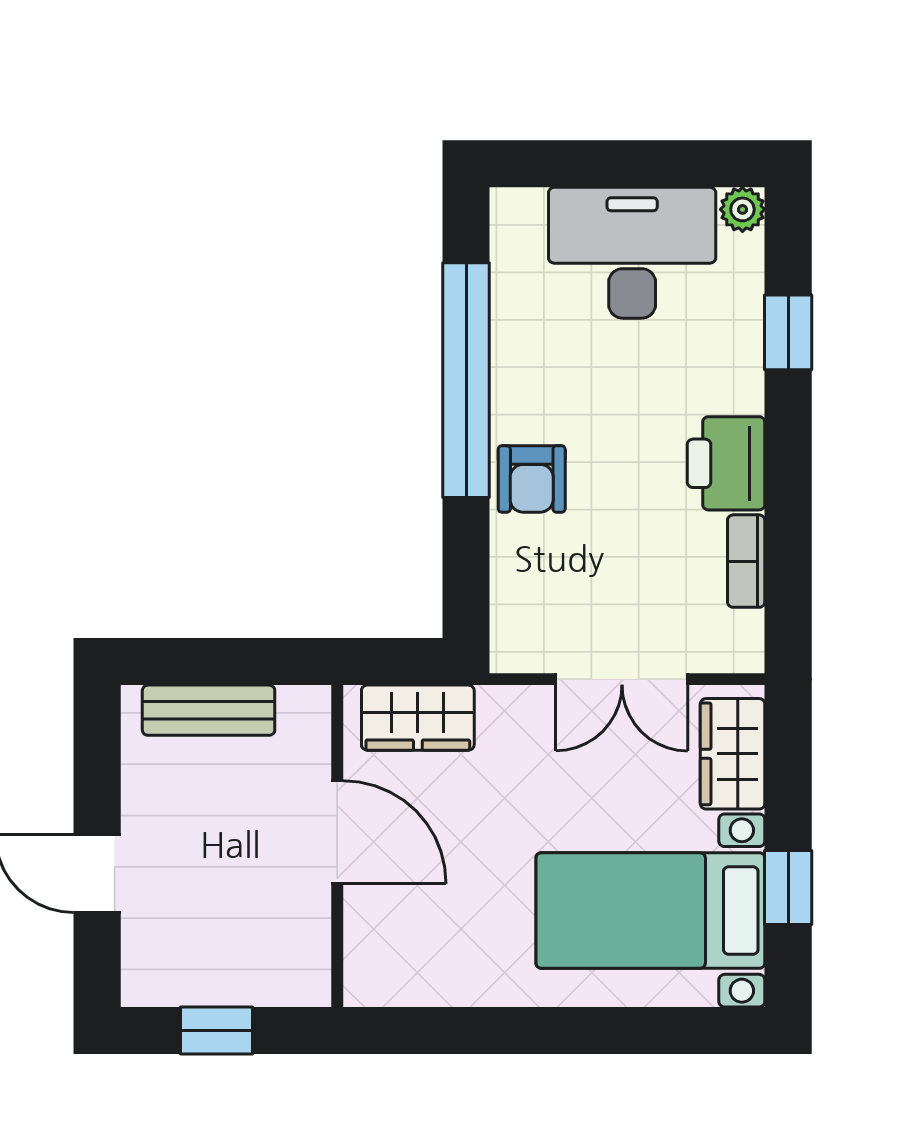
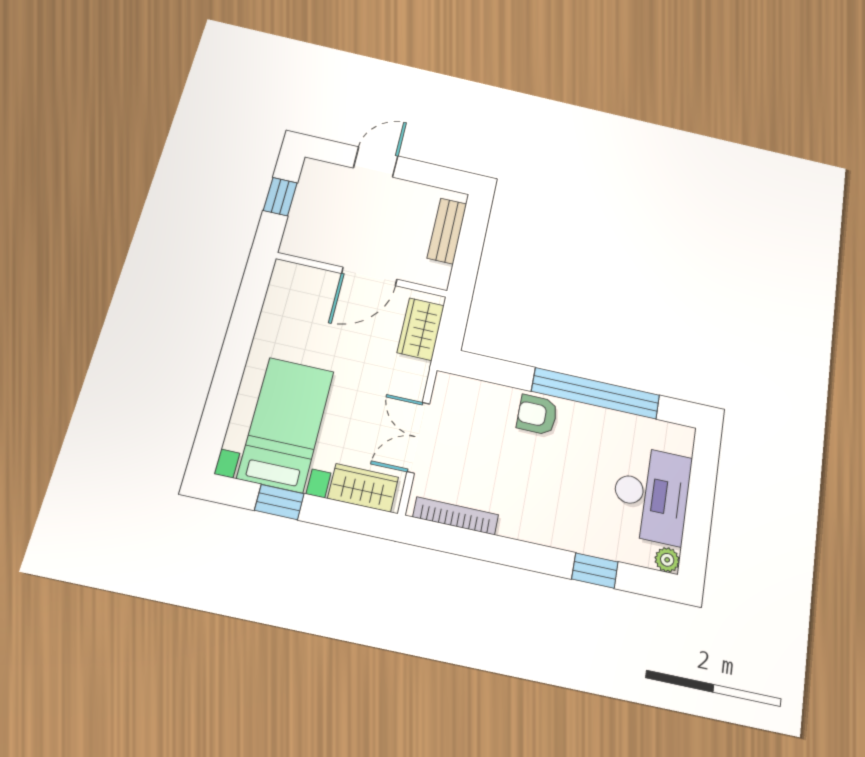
printer: (726, 463) -> (527, 520), removed
bookcase: (746, 561) -> (456, 516), width x1.56

